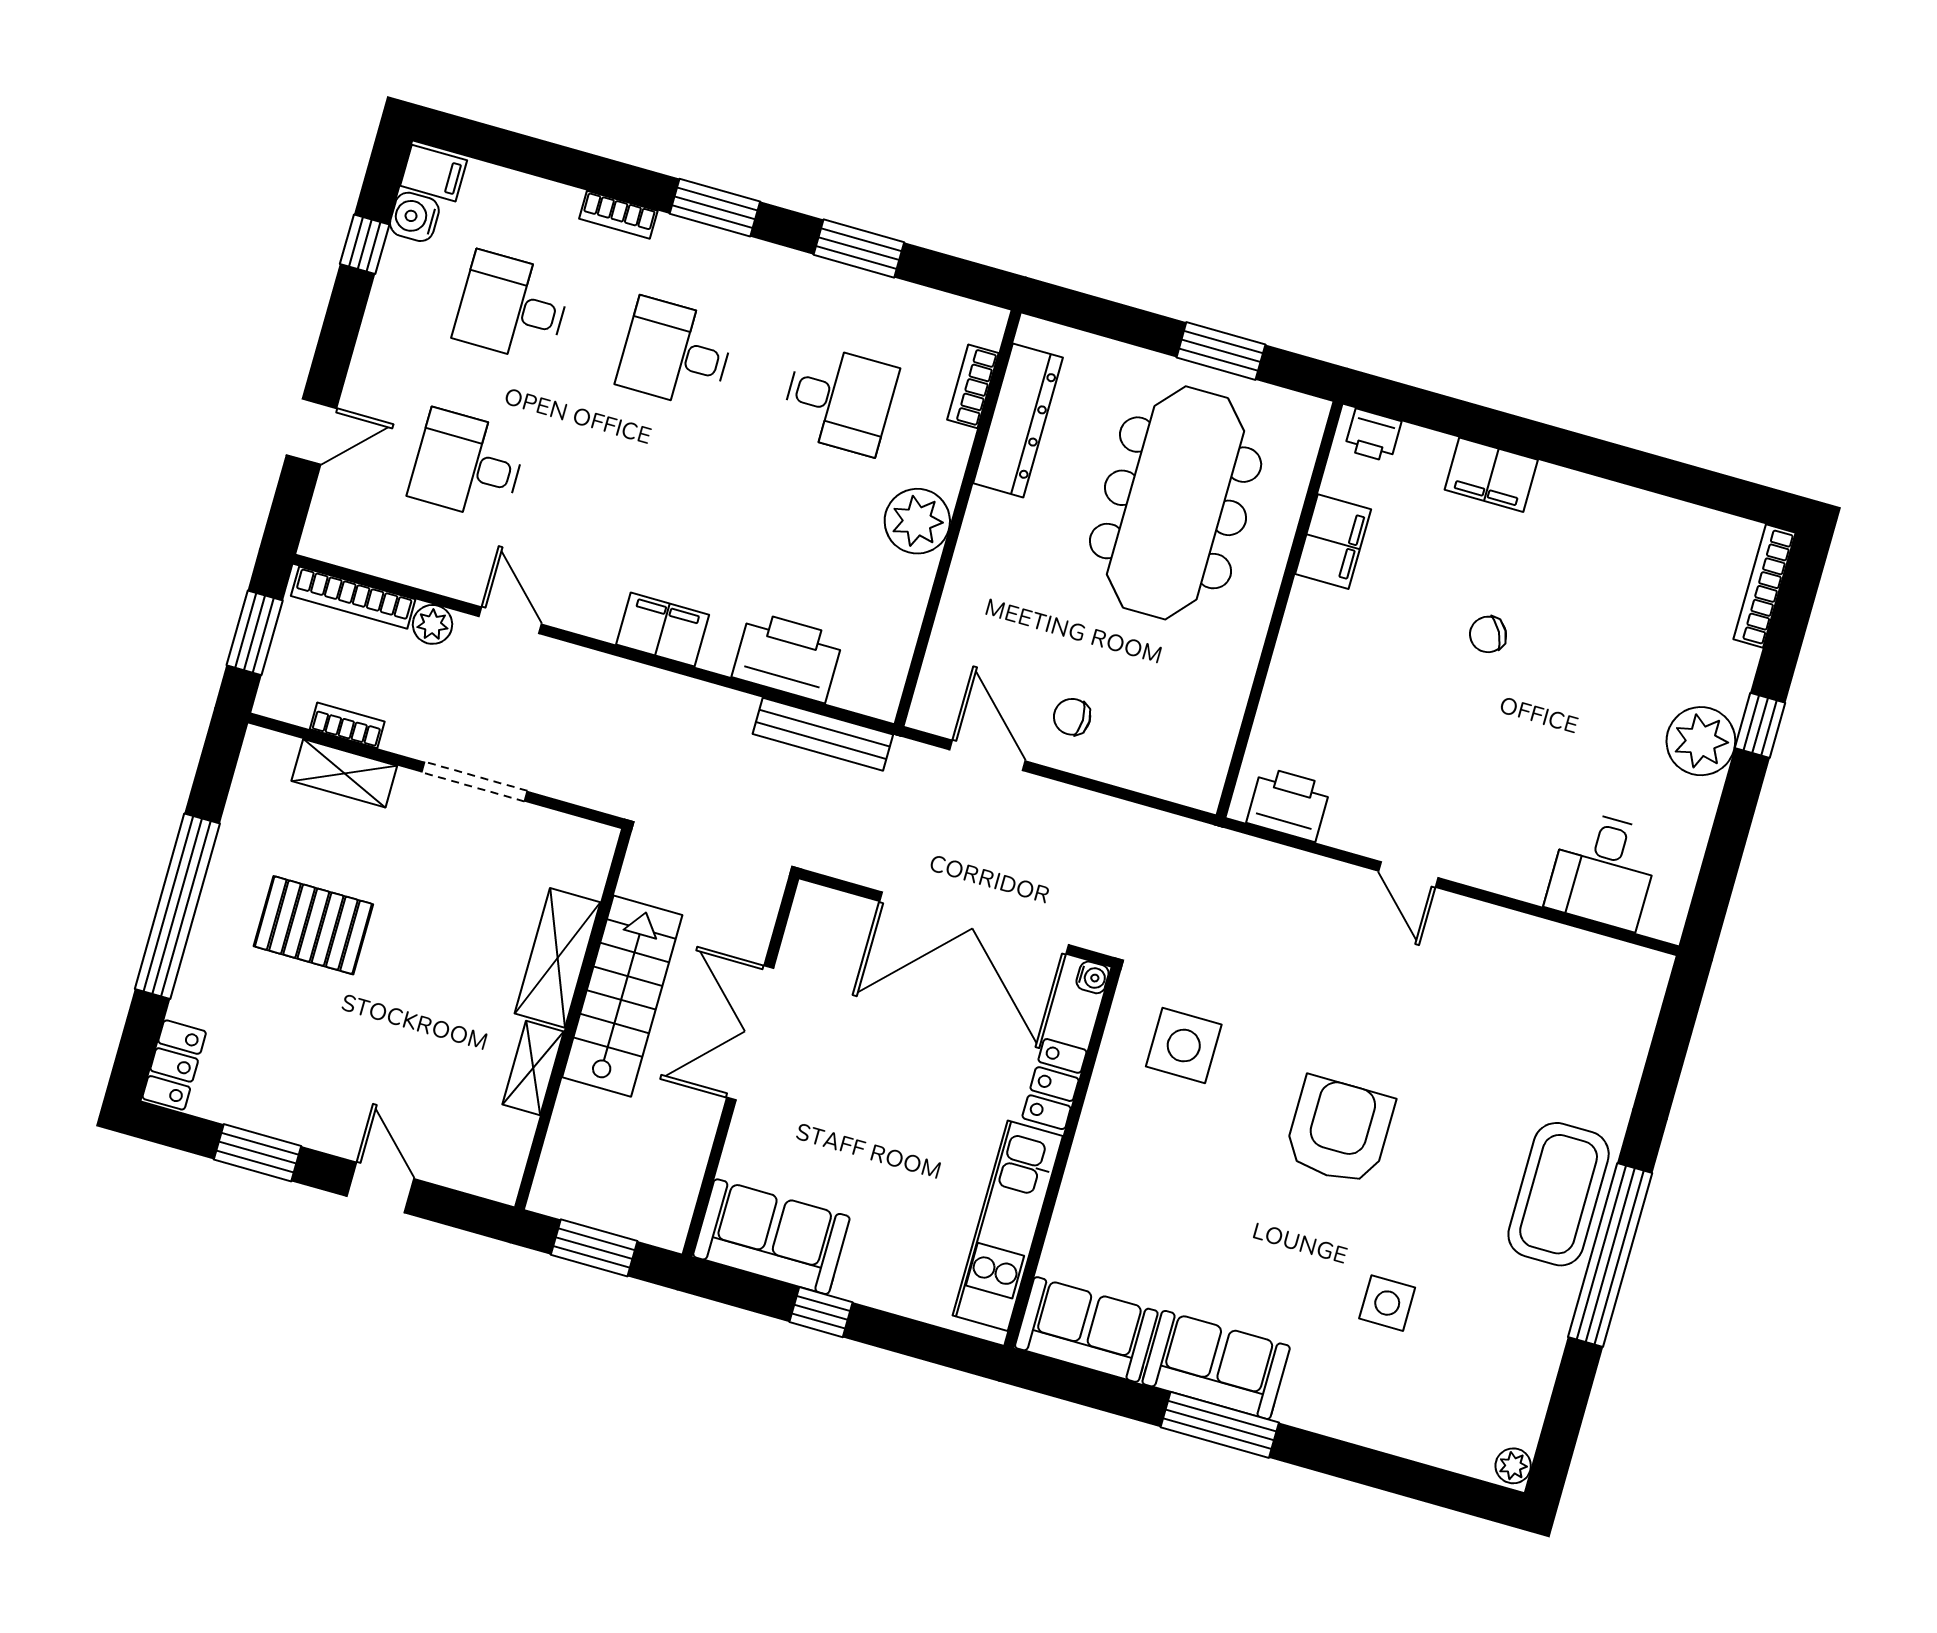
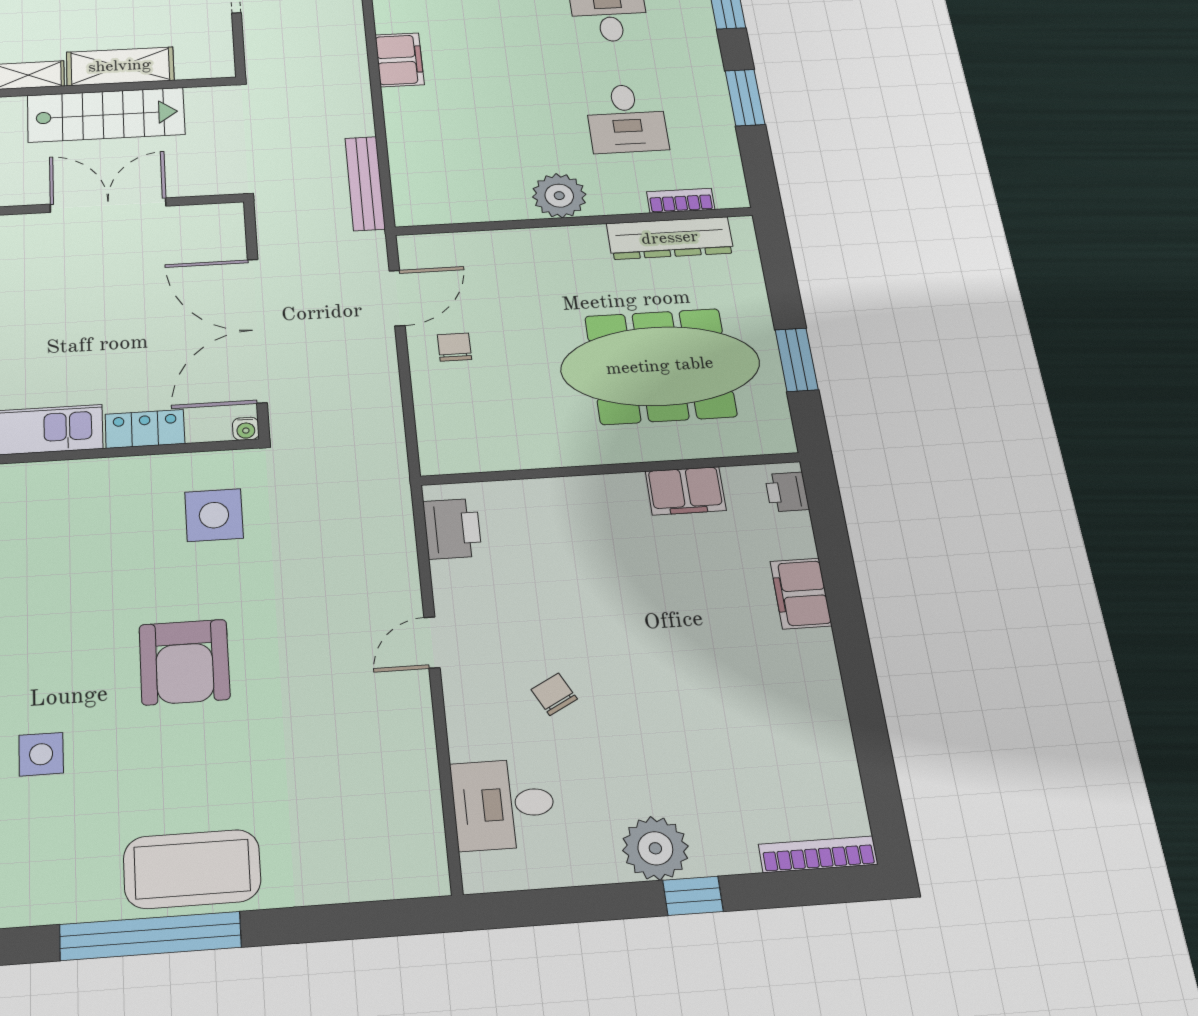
chair: (1488, 634) -> (554, 694), moved
printer: (788, 657) -> (415, 143), removed
armchair: (1339, 1131) -> (184, 662), turned 90

